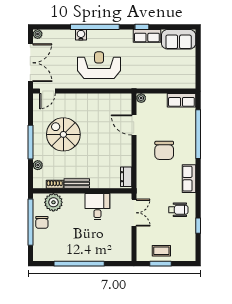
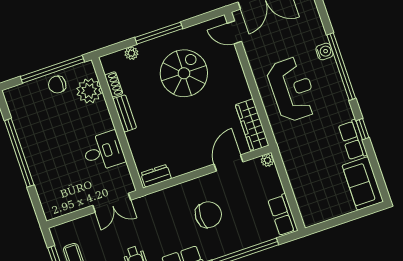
wardrobe: (114, 100) -> (252, 125), added
chair: (164, 150) -> (208, 215), turned 180

